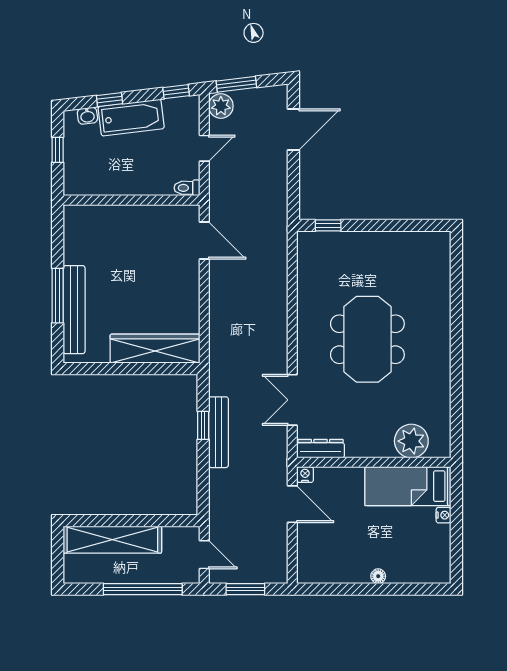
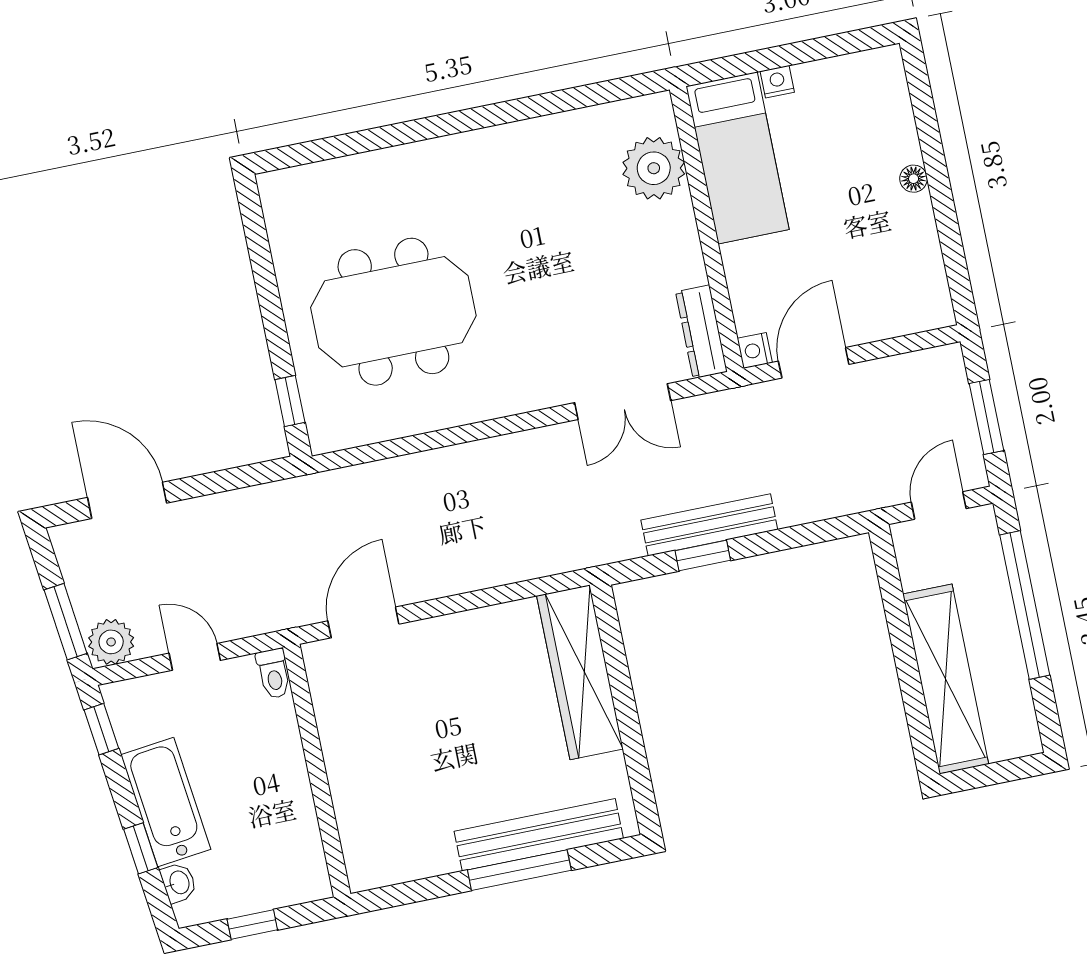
meeting table: (367, 339) -> (393, 312), moved

